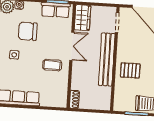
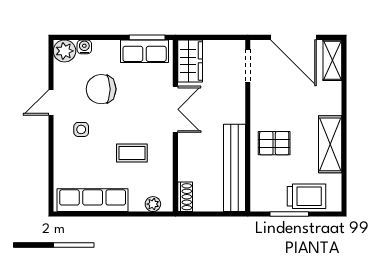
bench: (107, 59) -> (234, 168), moved
coffee table: (52, 65) -> (132, 153), moved
plant: (55, 103) -> (153, 204), added

